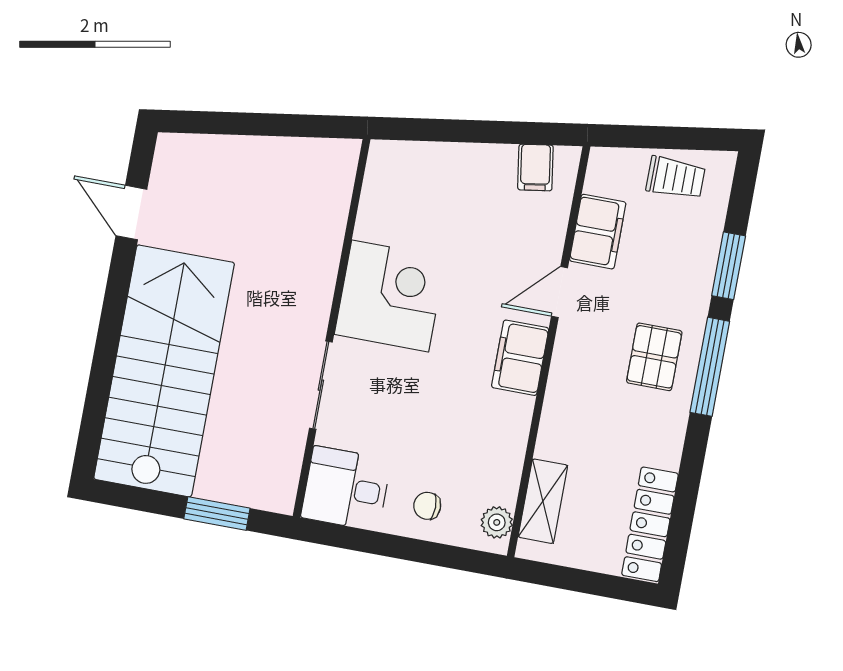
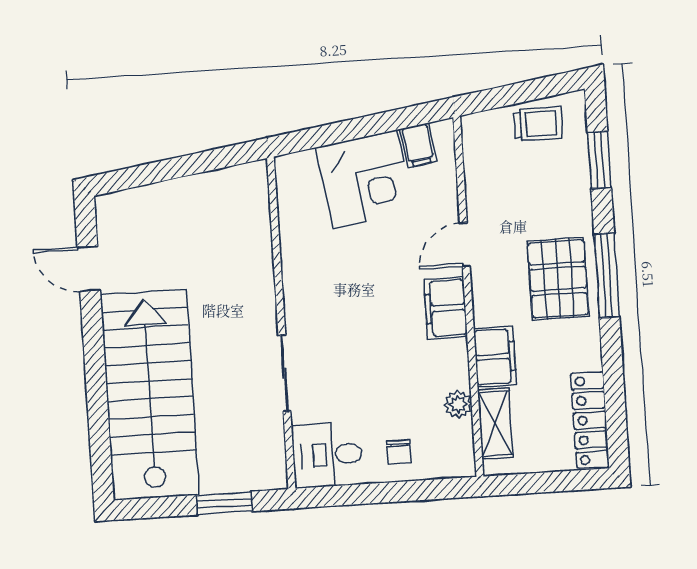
filing cabinet: (598, 232) -> (495, 357), moved
window: (729, 266) -> (599, 160), moved
corner desk: (390, 296) -> (365, 179), moved, turned 81
pallet: (654, 357) -> (558, 279), width x1.50, depth x1.42
chair: (427, 506) -> (399, 452), turned -90
plant: (497, 522) -> (458, 404), moved

